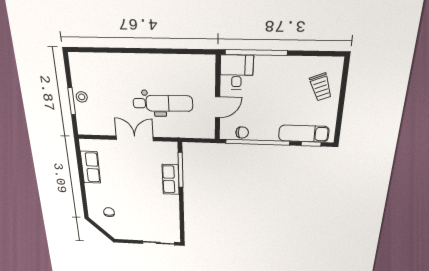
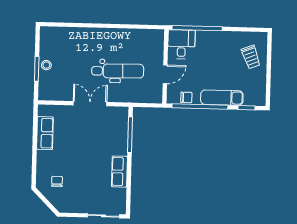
exam couch: (304, 134) -> (222, 98), moved
row of seats: (171, 179) -> (119, 172), moved

